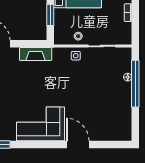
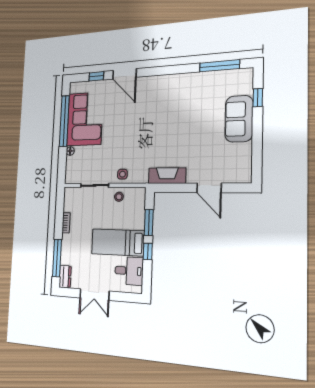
window: (135, 84) -> (64, 121), moved
corner sofa: (41, 124) -> (85, 119), moved, turned -90
window: (105, 145) -> (96, 76), added

